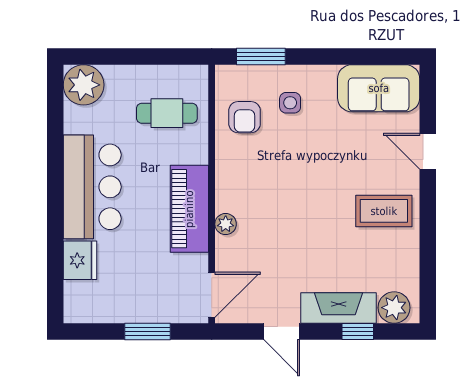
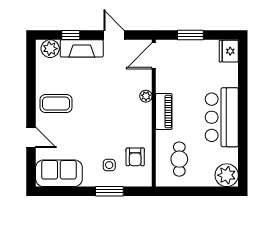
window: (261, 56) -> (109, 191), moved
cafe table: (167, 113) -> (179, 159), turned 90
armchair: (245, 117) -> (135, 157), turned 180
piano: (189, 209) -> (164, 111), width x0.73, depth x0.75
fridge: (80, 260) -> (229, 51), moved

